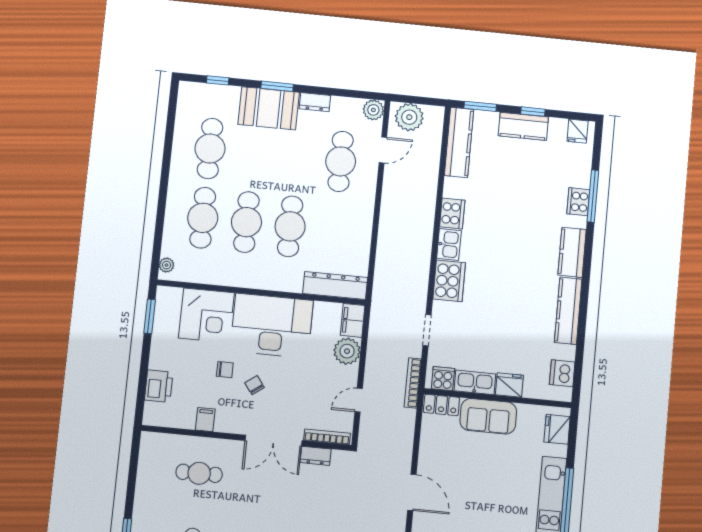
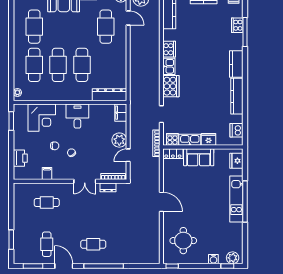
door: (383, 150) -> (128, 18), hinge flipped
cooker: (578, 202) -> (237, 25), moved
desk: (272, 326) -> (77, 116), width x0.53, depth x0.77
plant: (347, 351) -> (119, 140), moved
double door: (274, 441) -> (85, 181), width x0.73

